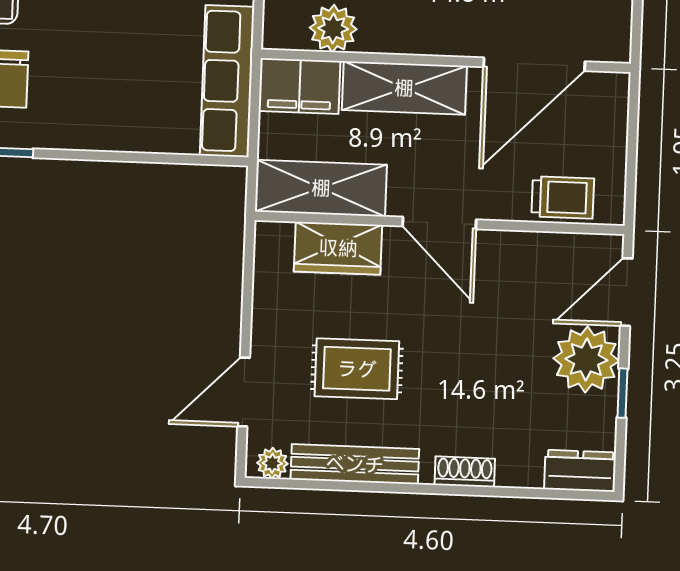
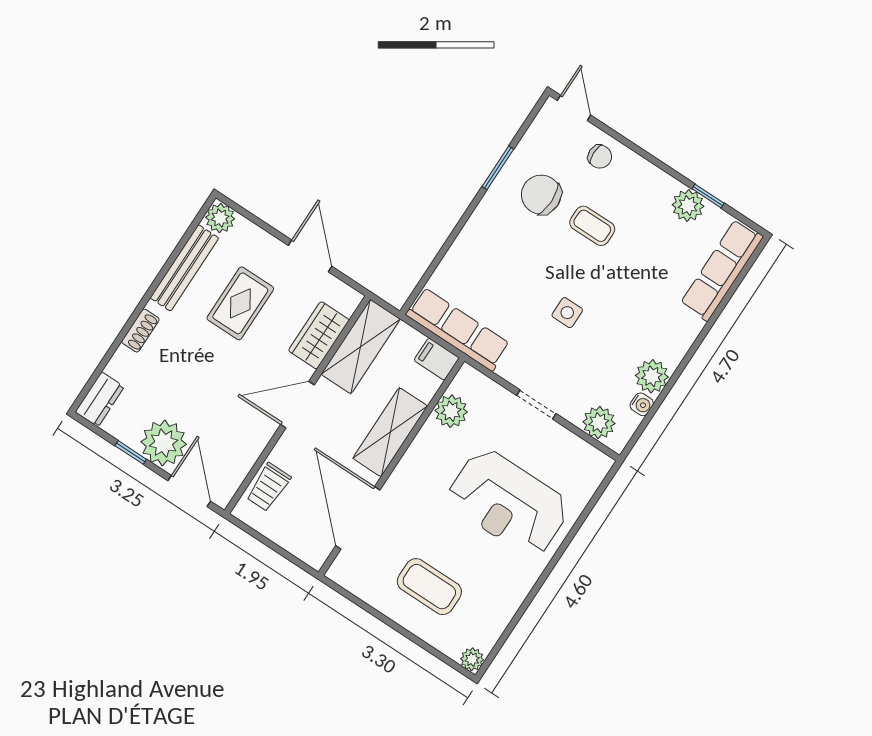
filing cabinet: (300, 86) -> (437, 359), width x0.50
door: (244, 392) -> (310, 256), moved
plant: (272, 463) -> (220, 218), width x1.38, depth x1.38

